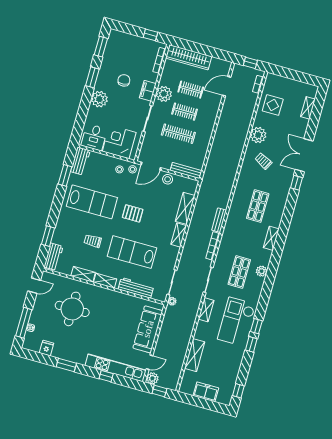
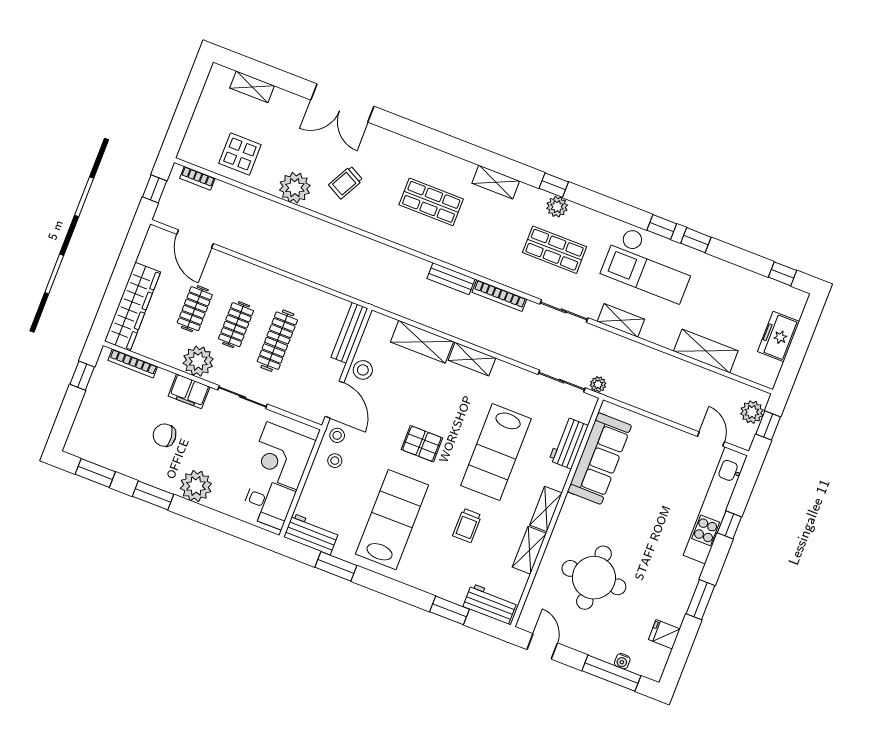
window: (296, 183) -> (554, 185), moved
pallet: (133, 213) -> (422, 444), turned 90
workbench: (136, 288) -> (569, 443), width x0.73
sofa: (148, 329) -> (599, 459), moved, turned -90
plant: (152, 378) -> (752, 412), moved

